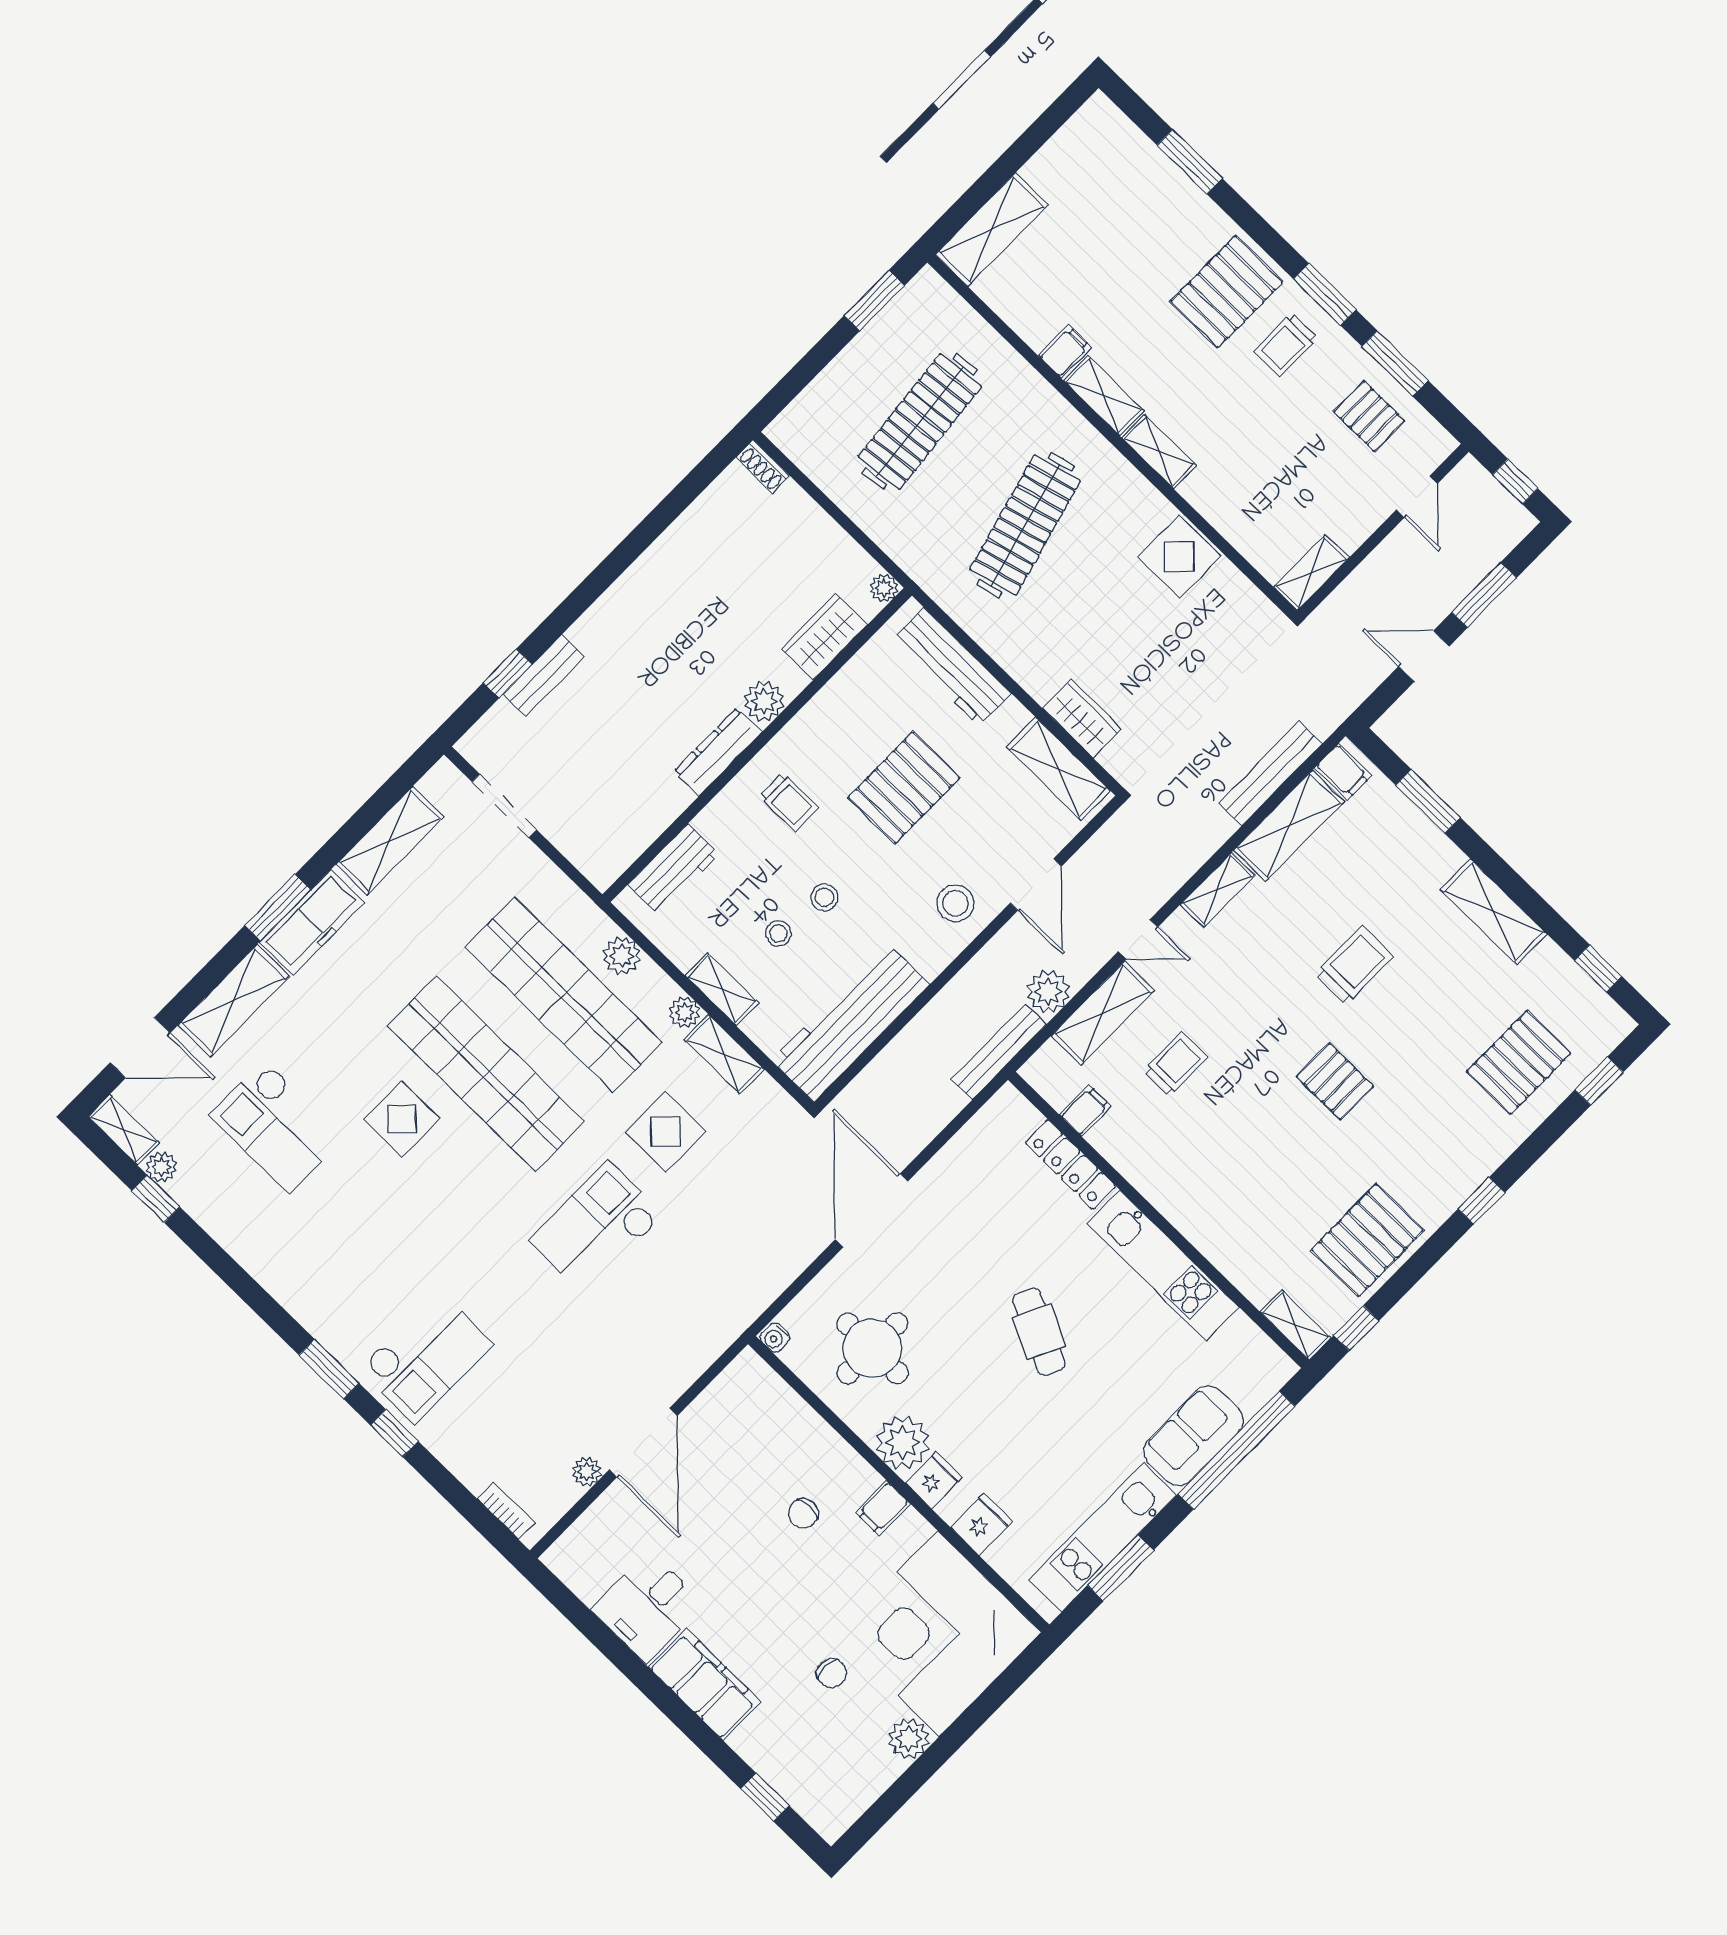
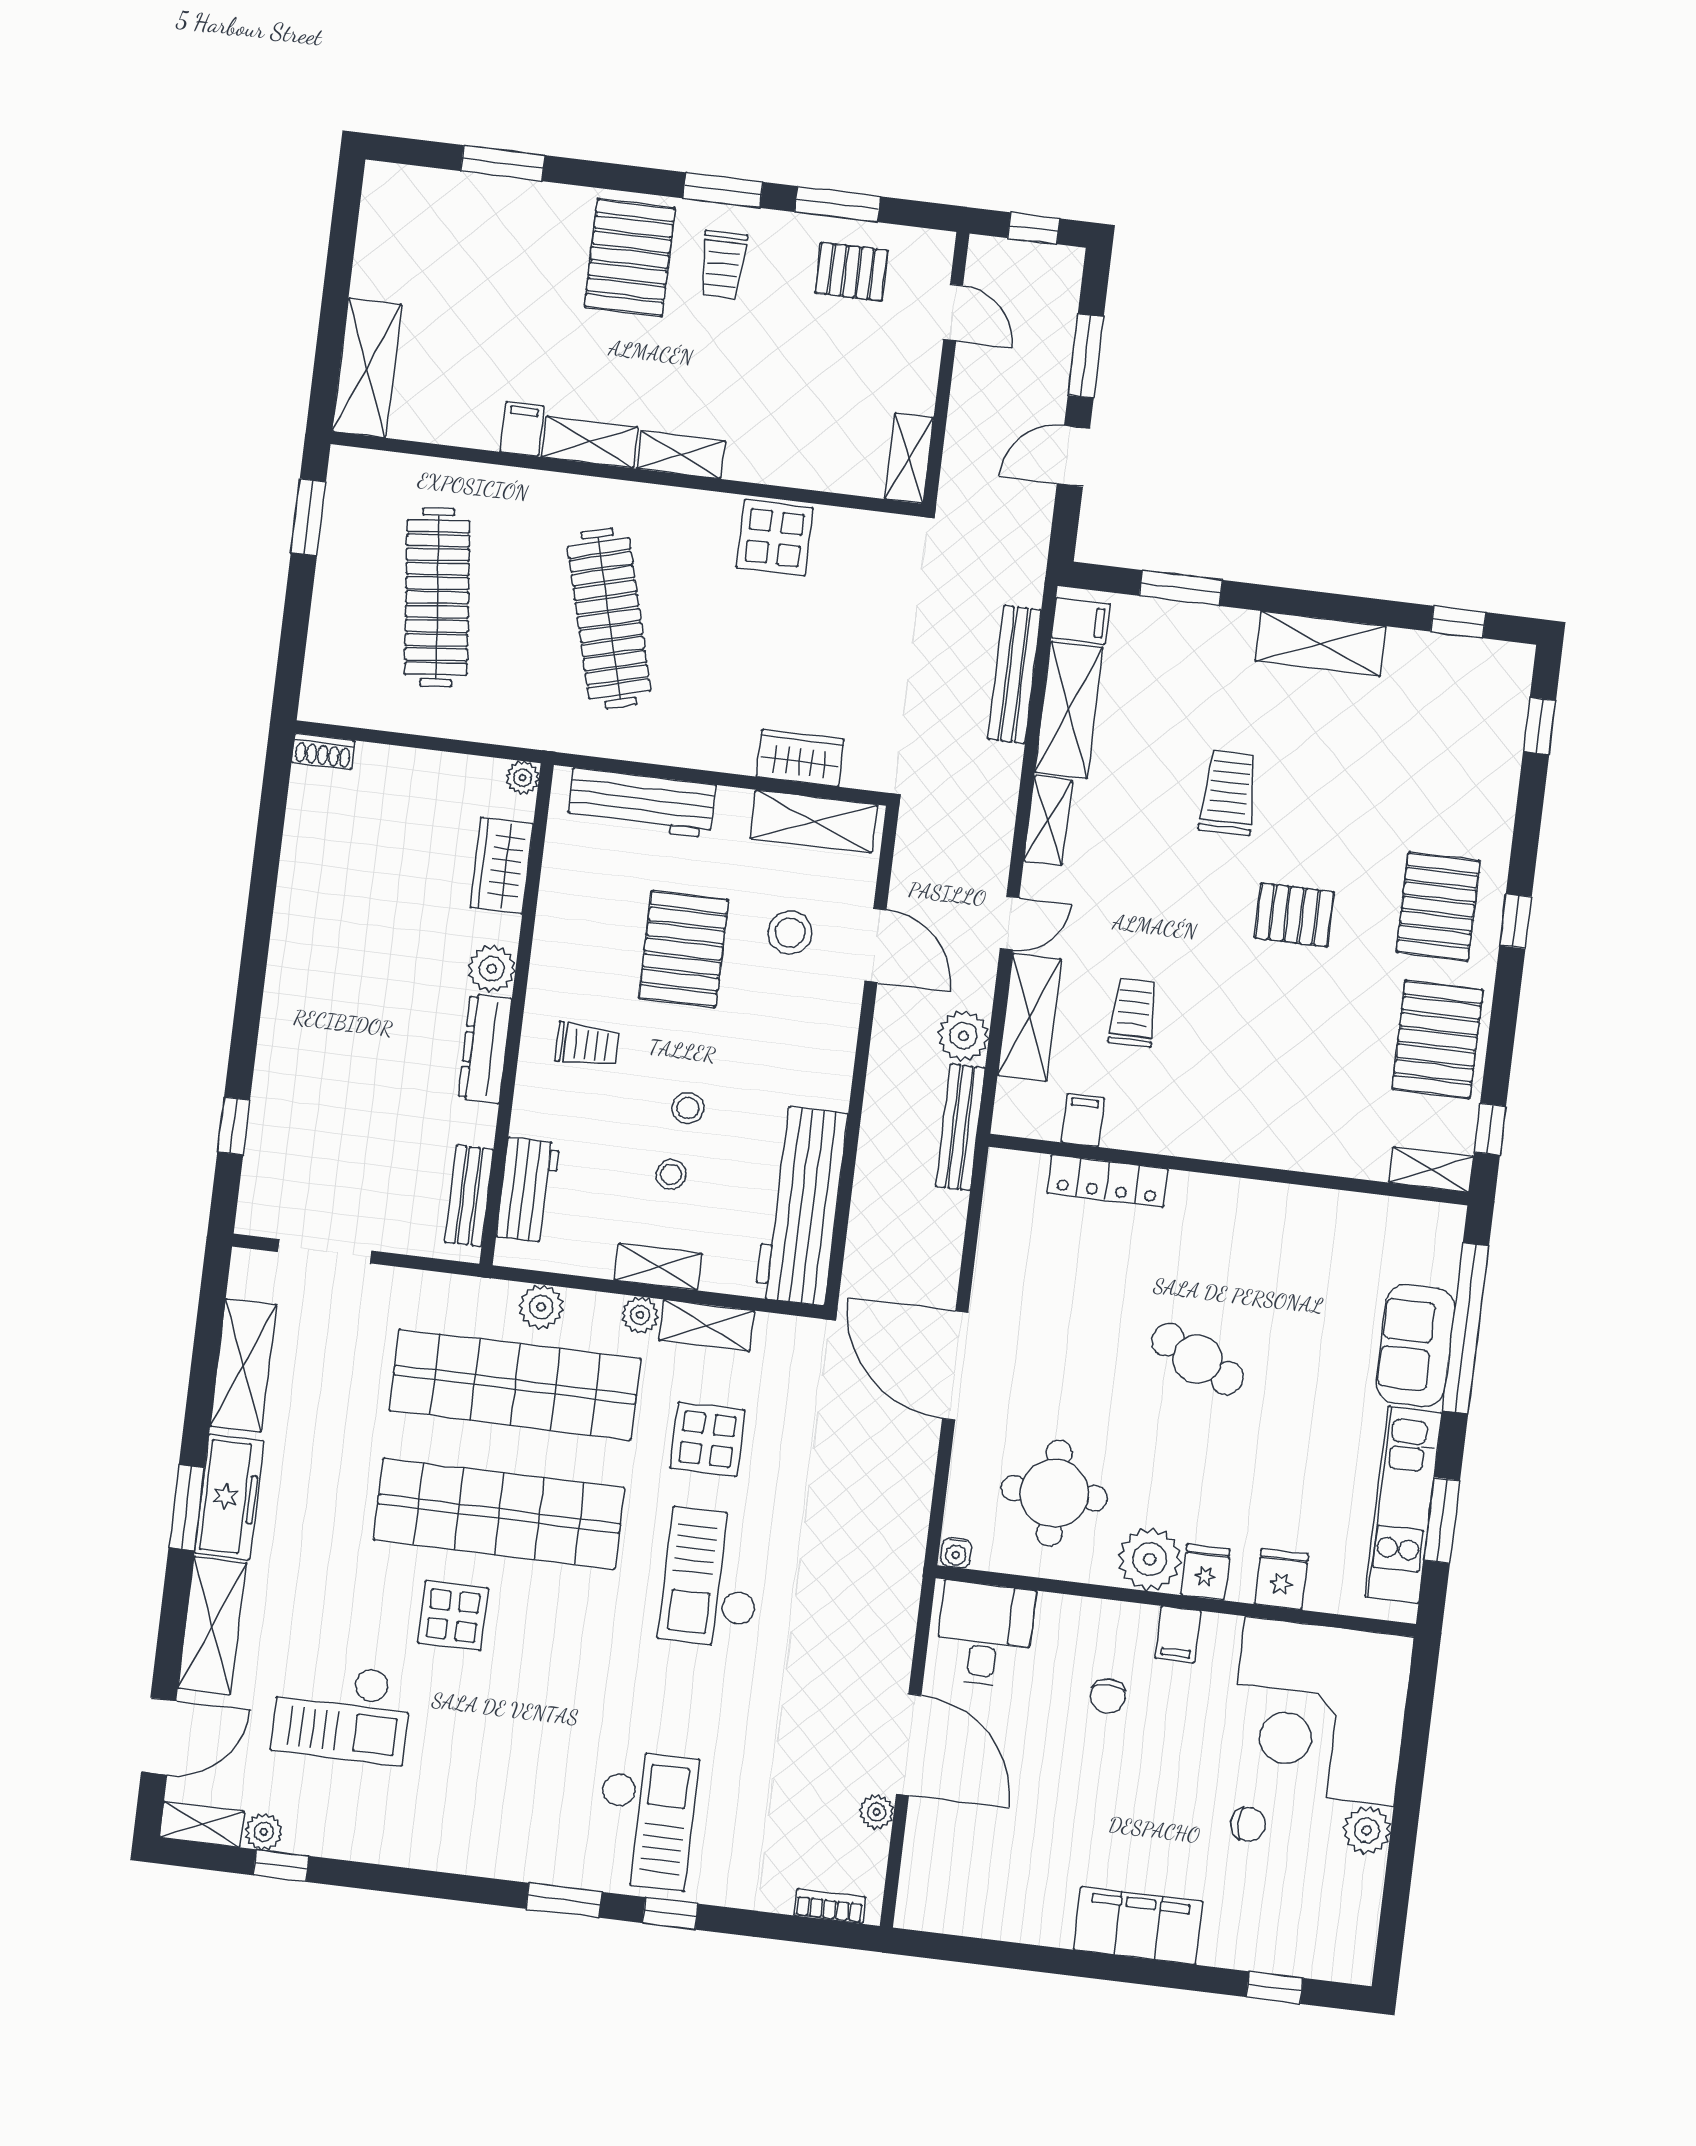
bench: (544, 676) -> (469, 1196), moved
stool: (955, 903) -> (790, 933), moved
pallet: (1519, 1062) -> (1438, 907), moved
kitchen unit: (1163, 1265) -> (1266, 1209), removed
desk: (648, 1607) -> (985, 1634), moved, turned 180

